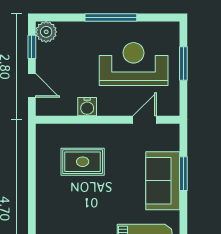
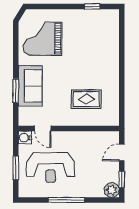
door: (32, 85) -> (122, 153), hinge flipped
water cooler: (87, 107) -> (25, 138), moved, turned -90
door: (145, 120) -> (43, 128), hinge flipped

